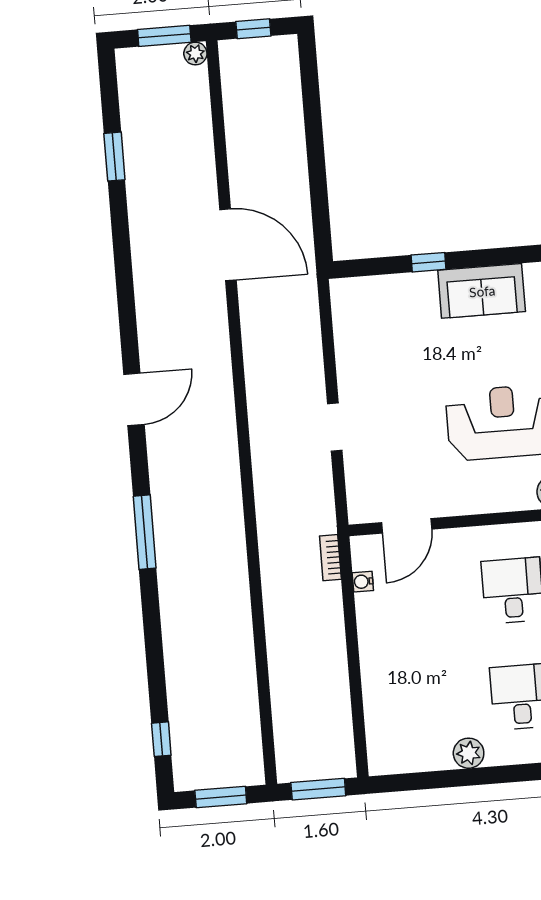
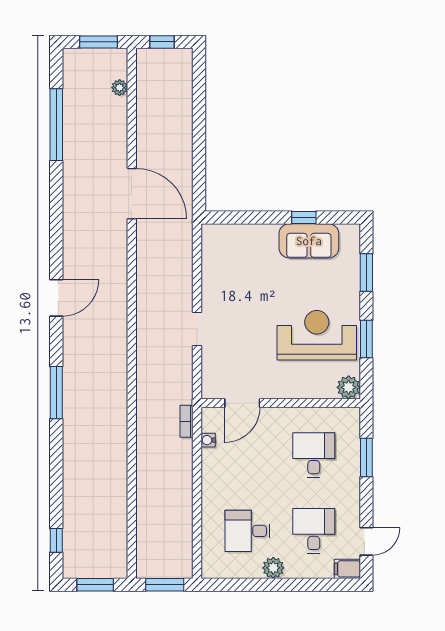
plant: (195, 54) -> (120, 88), moved
window: (114, 157) -> (56, 125), width x2.11
window: (428, 262) -> (304, 217), moved
desk: (428, 704) -> (248, 531), added

